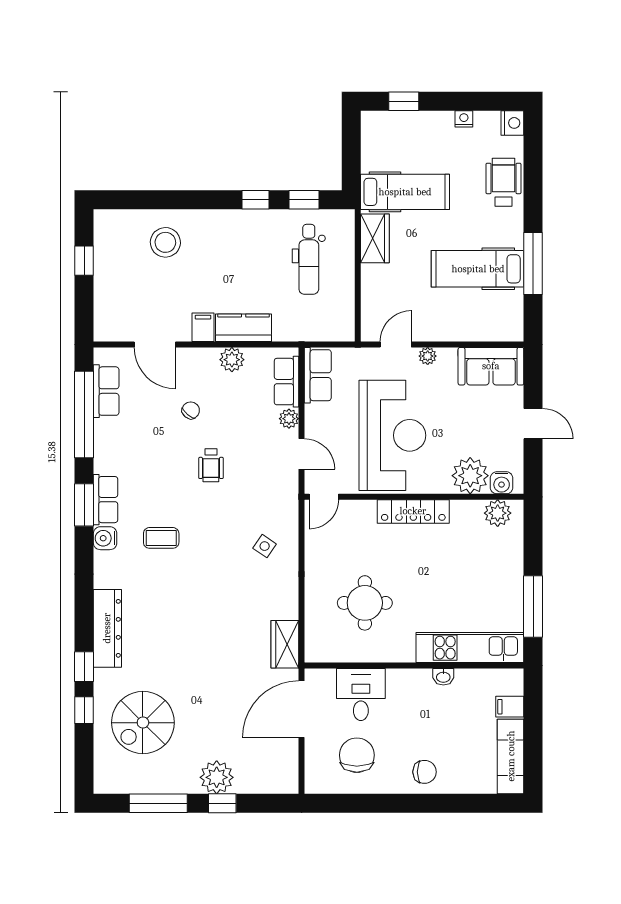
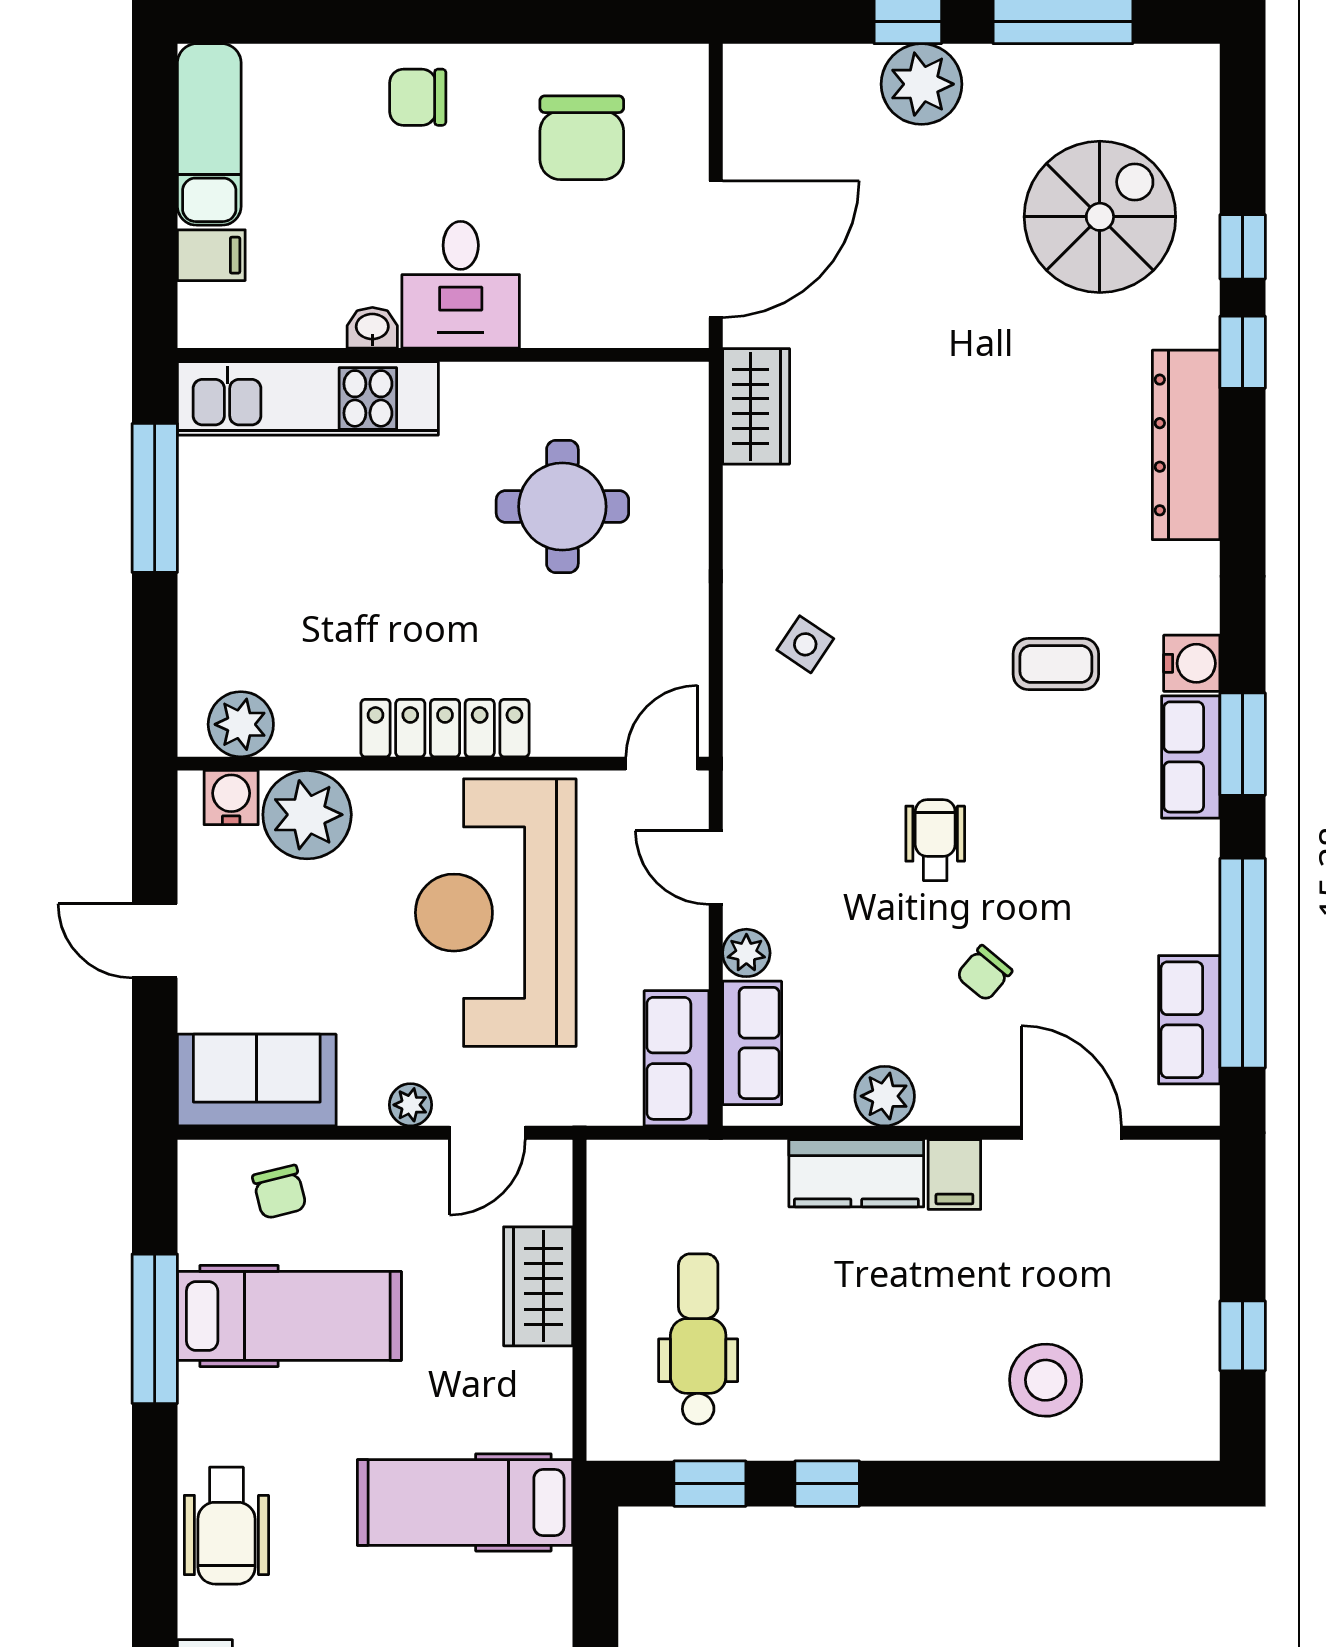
wardrobe: (375, 238) -> (538, 1286), moved
chair: (482, 320) -> (279, 1192), added
desk: (361, 694) -> (461, 285), moved

